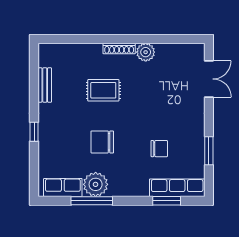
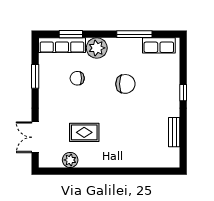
shoe rack: (119, 49) -> (111, 163), removed
plant: (146, 52) -> (70, 160), moved
rug: (103, 90) -> (84, 132), moved
plant: (96, 184) -> (97, 48), moved

